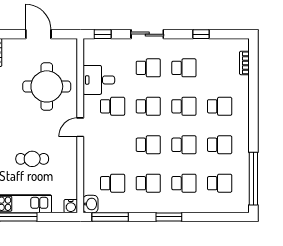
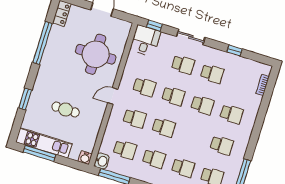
desk: (99, 80) -> (145, 41), moved, turned 90
school desk: (184, 145) -> (135, 118), moved

